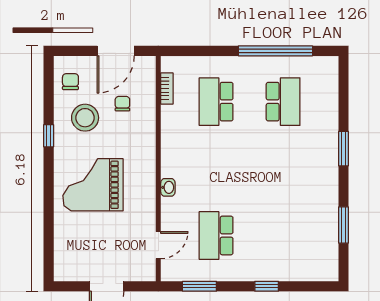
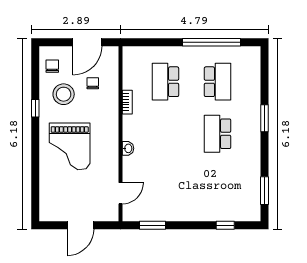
bookcase: (167, 88) -> (127, 102), moved
grand piano: (93, 185) -> (70, 146), turned -90
window: (343, 225) -> (264, 191), moved
school desk: (216, 235) -> (218, 134), moved
window: (267, 286) -> (225, 225), moved

